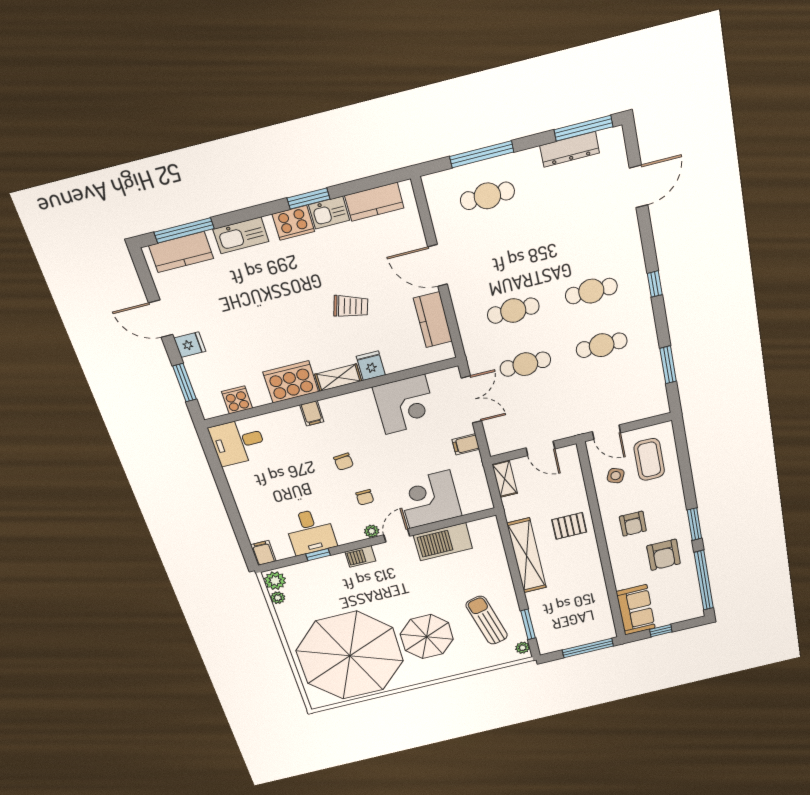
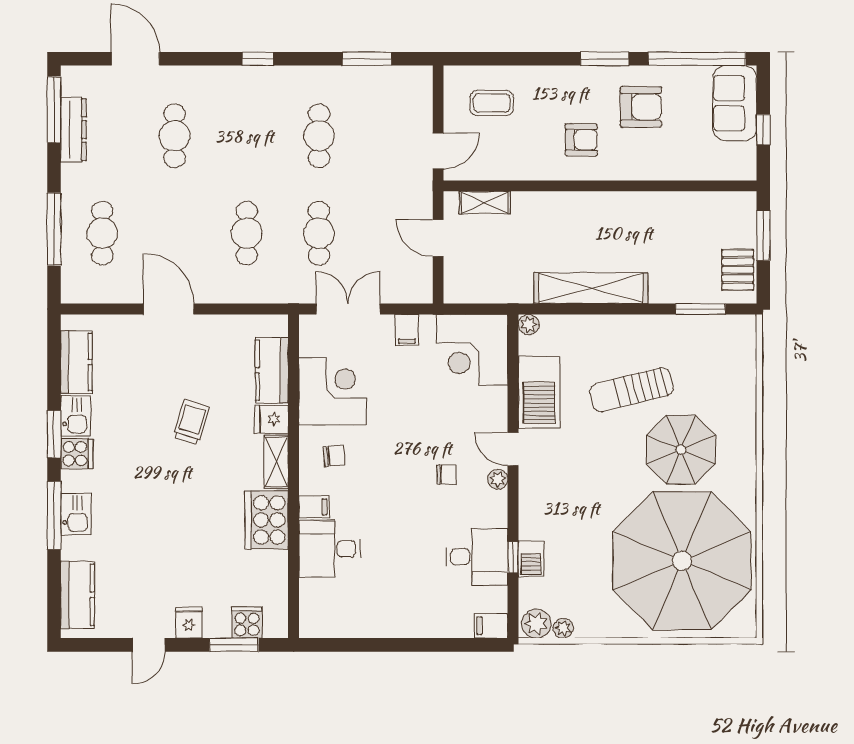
cooker: (293, 223) -> (77, 454), width x0.73
window: (184, 230) -> (54, 516), moved
kitchen sink: (241, 235) -> (76, 514), width x0.73
door: (438, 266) -> (169, 309), swing flipped
cafe table: (591, 291) -> (174, 136), moved
door: (161, 319) -> (149, 645), width x0.73
kitchen counter: (433, 320) -> (272, 370), moved, turned 90
cooker: (237, 400) -> (247, 622), moved, turned 90
desk: (238, 442) -> (330, 549), moved, turned 90
door: (540, 448) -> (438, 238), swing flipped
coffee table: (649, 459) -> (492, 103), width x0.73, depth x0.77
chair: (344, 462) -> (334, 456), moved
side table: (616, 476) -> (503, 150), removed
shelving: (505, 479) -> (485, 203), moved
corner desk: (430, 499) -> (472, 350), moved
pallet: (569, 526) -> (738, 270), moved
barbecue: (360, 556) -> (531, 559), moved
sofa: (636, 610) -> (735, 103), moved, turned -90
sun lounger: (487, 620) -> (631, 390), moved
plant: (523, 648) -> (529, 325), moved
window: (588, 648) -> (763, 235), width x0.69

